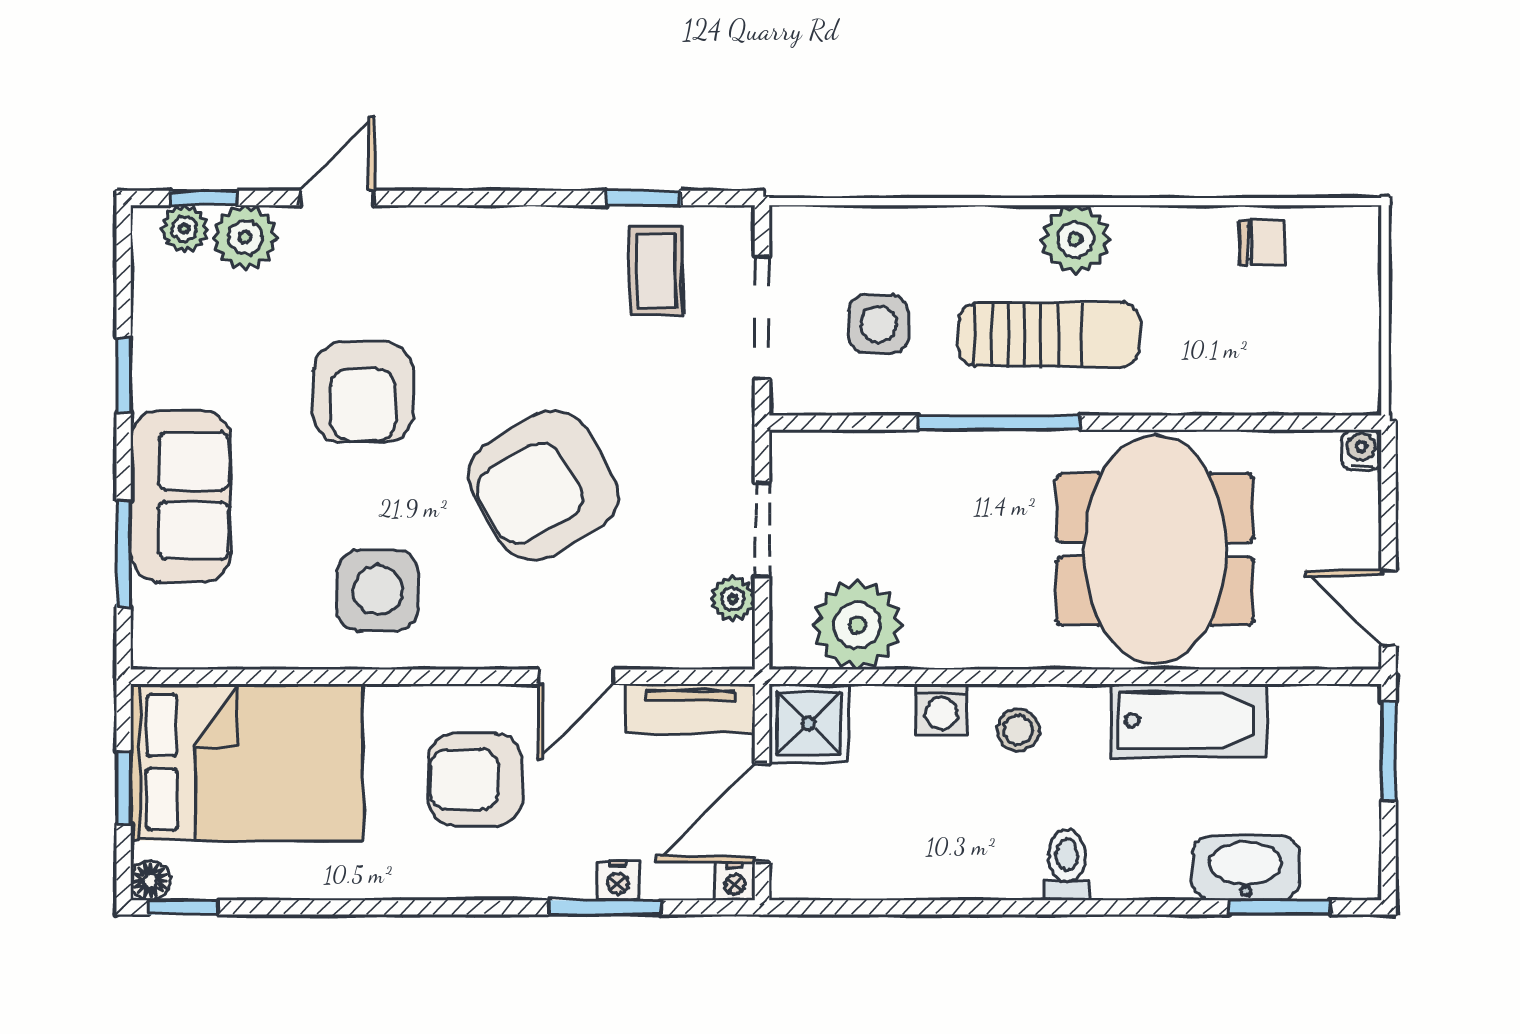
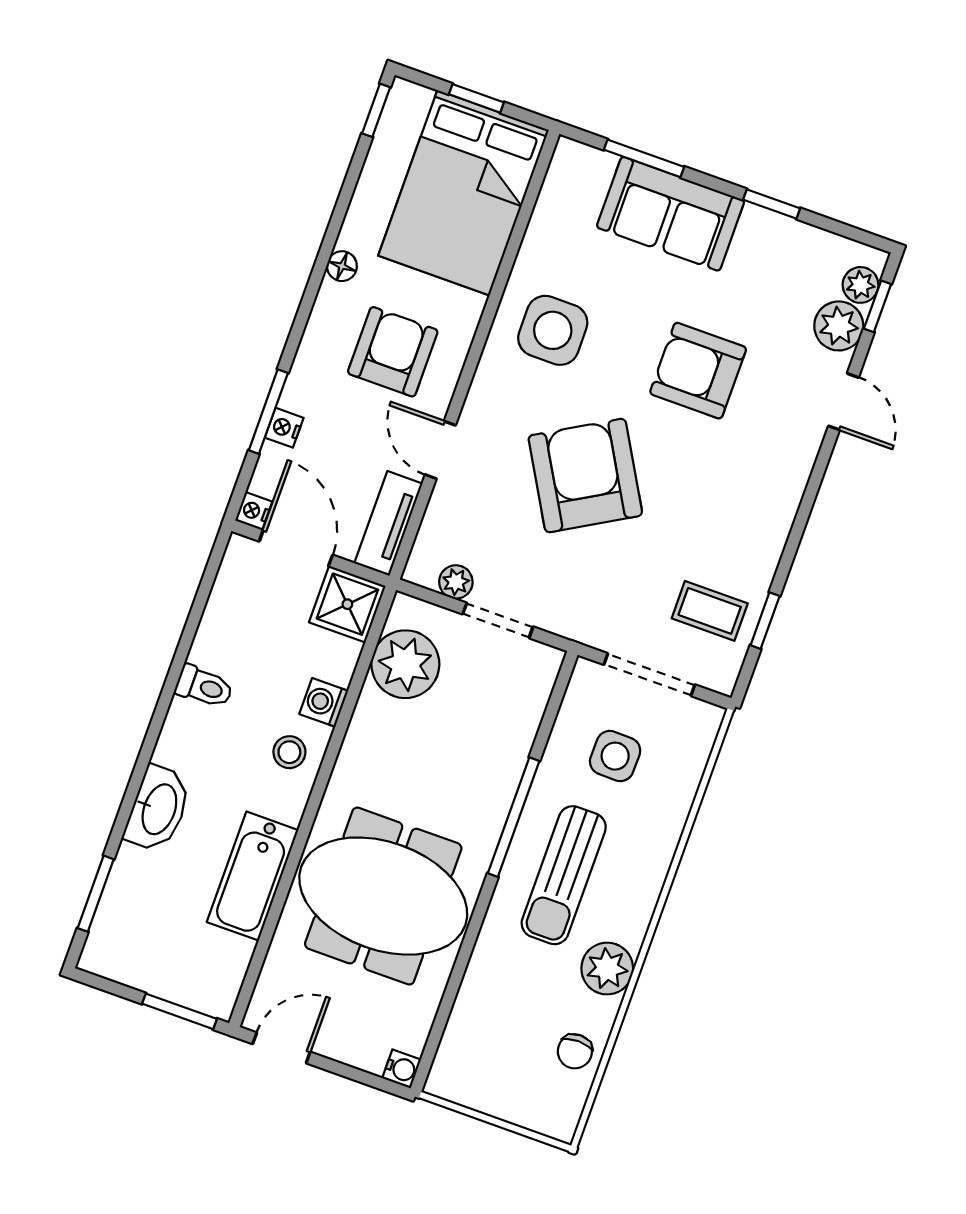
plant: (1075, 239) -> (607, 969), moved
toilet: (1067, 865) -> (204, 687), moved
washbasin: (1246, 868) -> (158, 809), moved
floor lamp: (150, 881) -> (342, 266), moved

